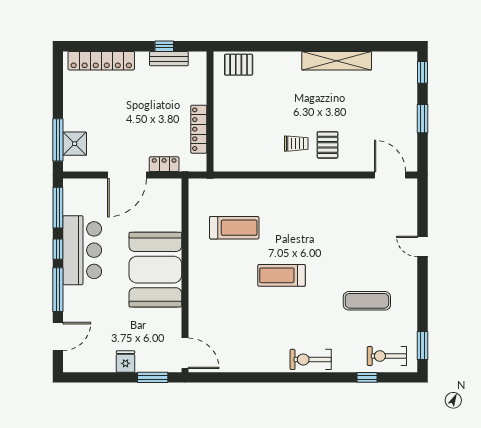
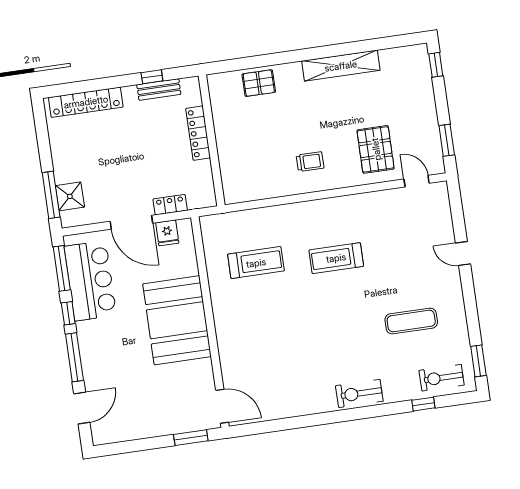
pallet: (239, 65) -> (259, 83), moved
window: (423, 119) -> (447, 140), moved
locker: (199, 129) -> (198, 133), moved
pallet: (327, 145) -> (376, 149), moved, width x1.50, depth x1.42
door: (127, 175) -> (131, 222), hinge flipped
door: (390, 175) -> (417, 181), width x0.73
bar counter: (82, 250) -> (90, 281), moved
treadmill: (282, 275) -> (336, 258), moved
fridge: (125, 362) -> (167, 233), moved, turned 180

